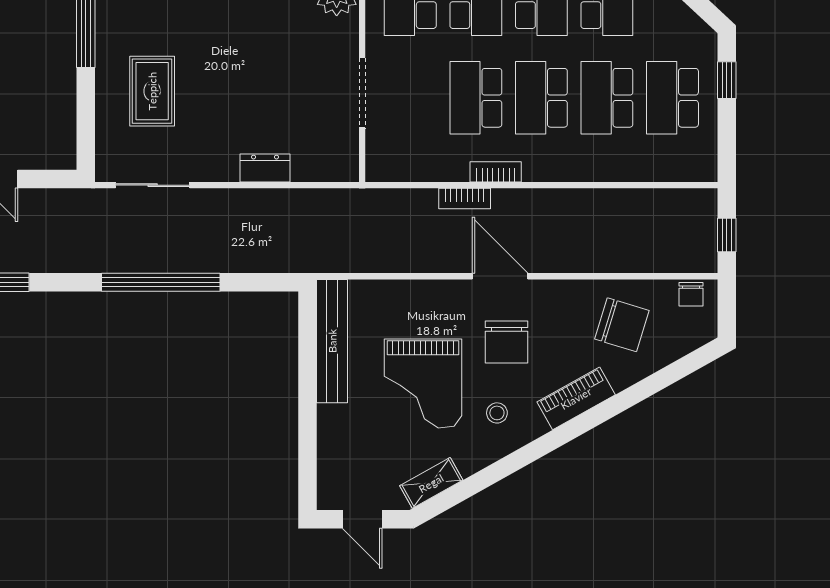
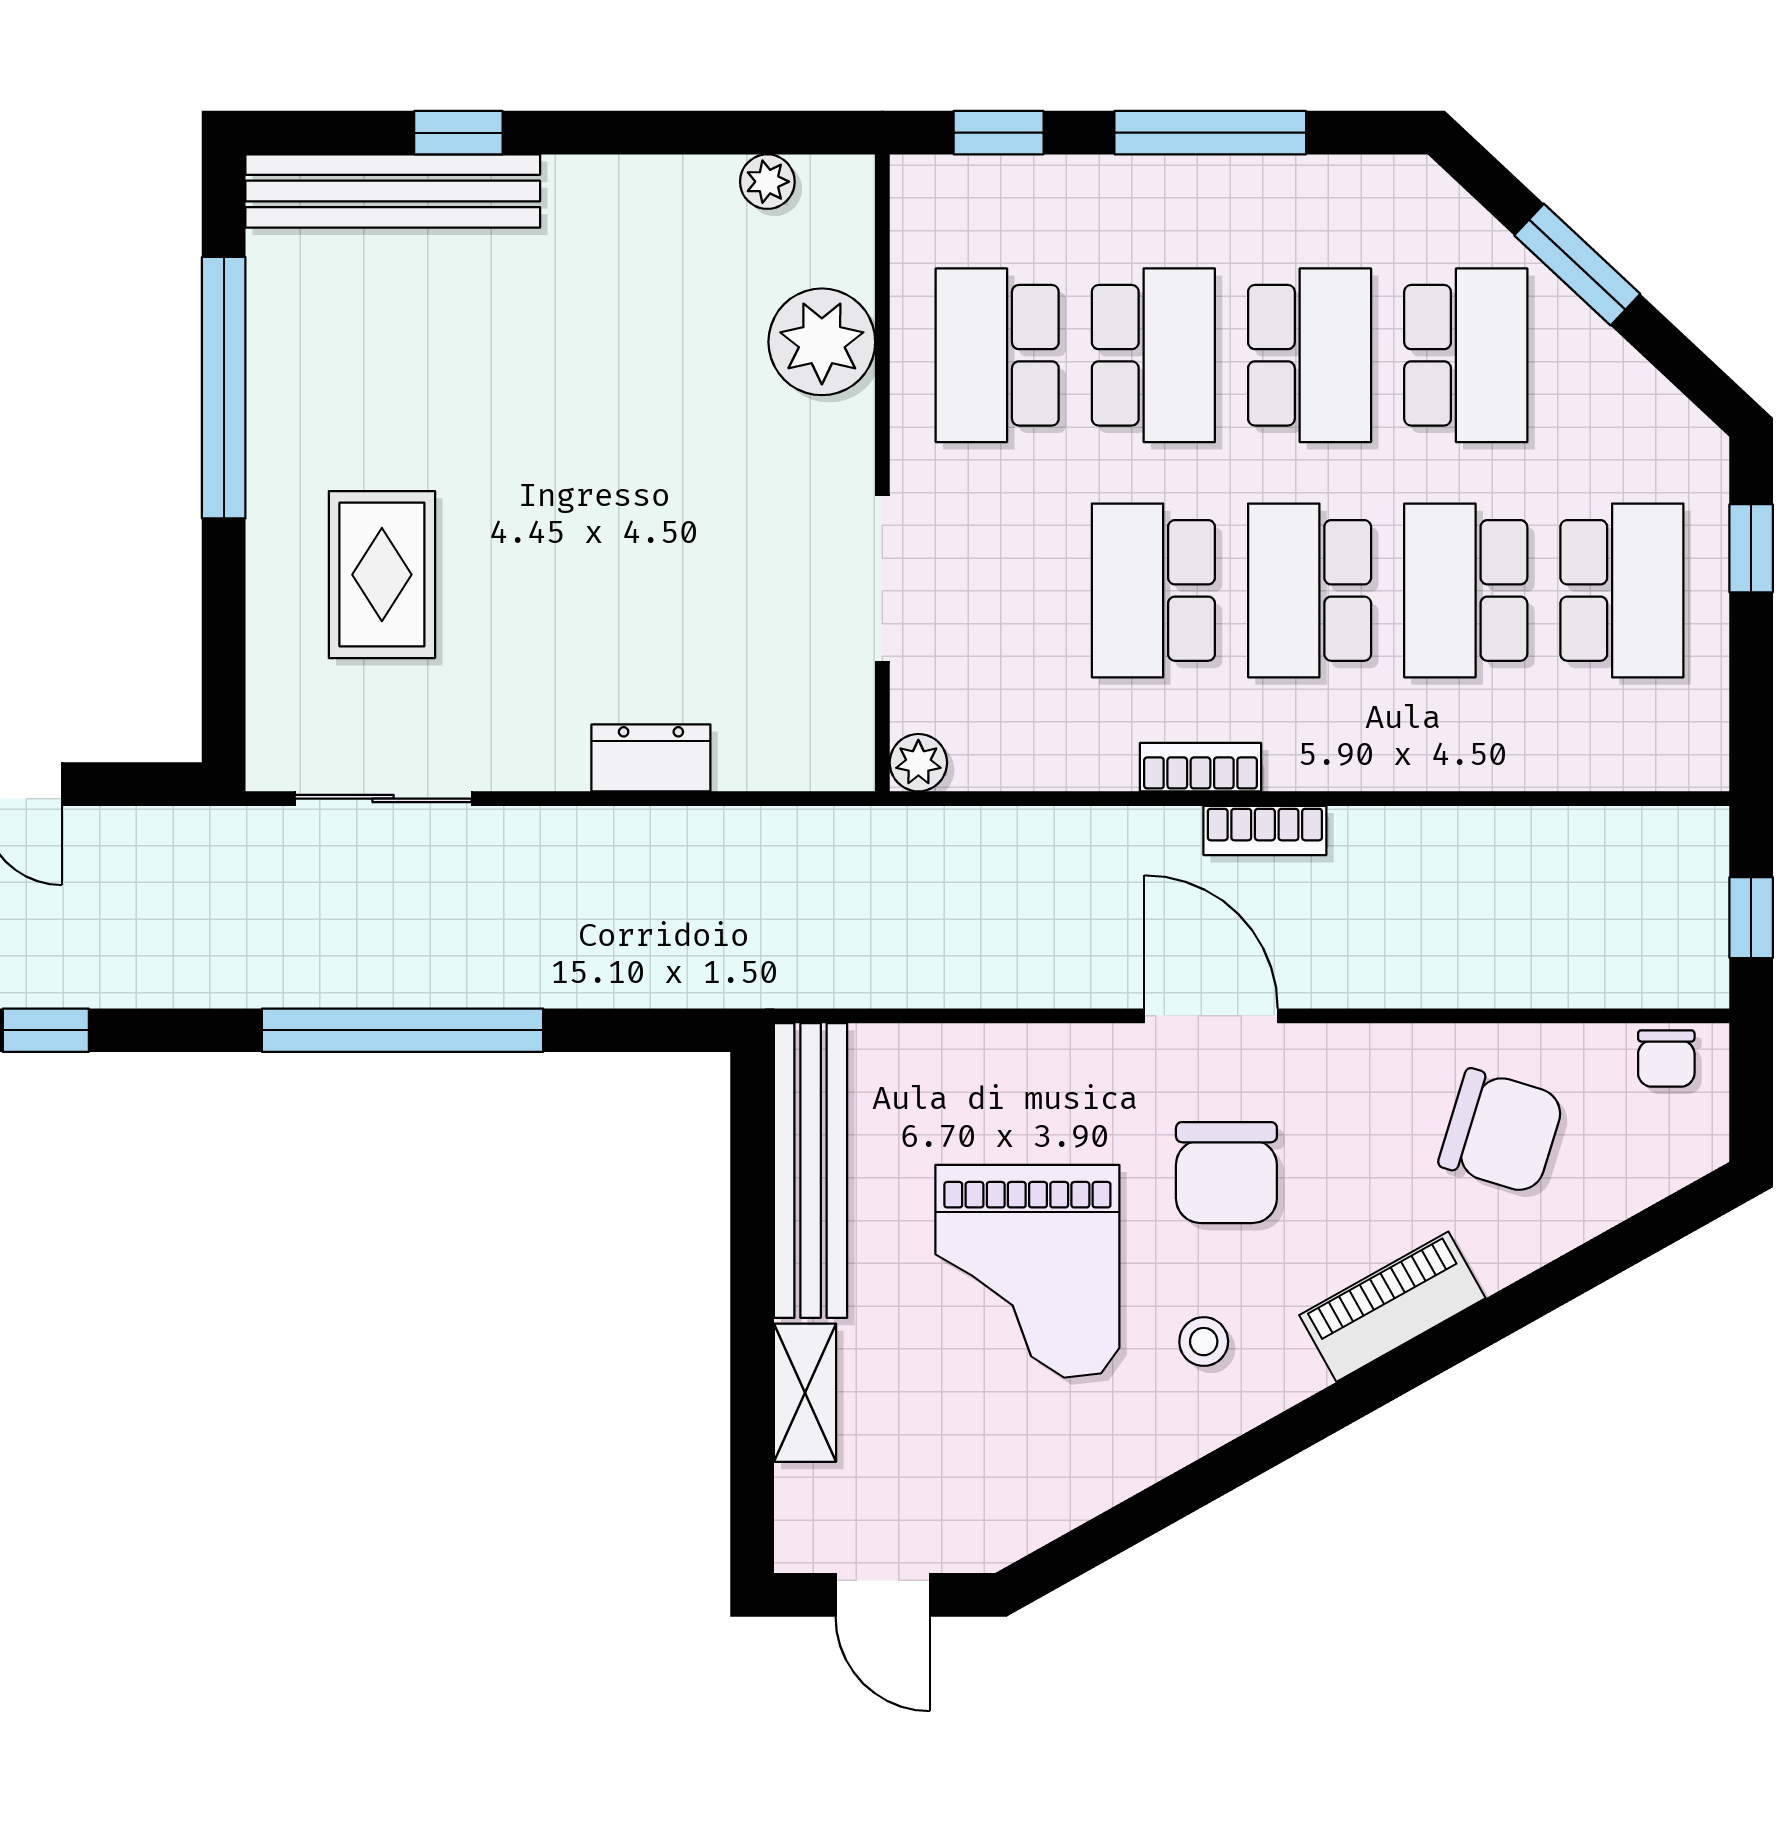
school desk: (672, 98) -> (1622, 590), turned 180
plant: (377, 170) -> (918, 763), added
bookcase: (465, 198) -> (1265, 830), moved
shelving: (431, 483) -> (805, 1393), moved, turned -61

